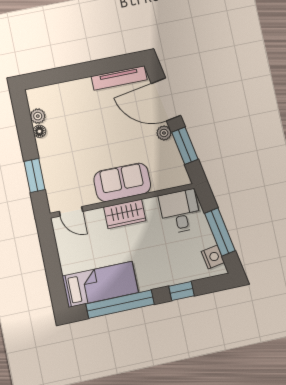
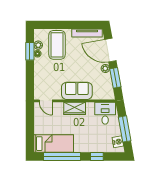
coffee table: (71, 109) -> (57, 45), added
window: (34, 176) -> (30, 51), moved

